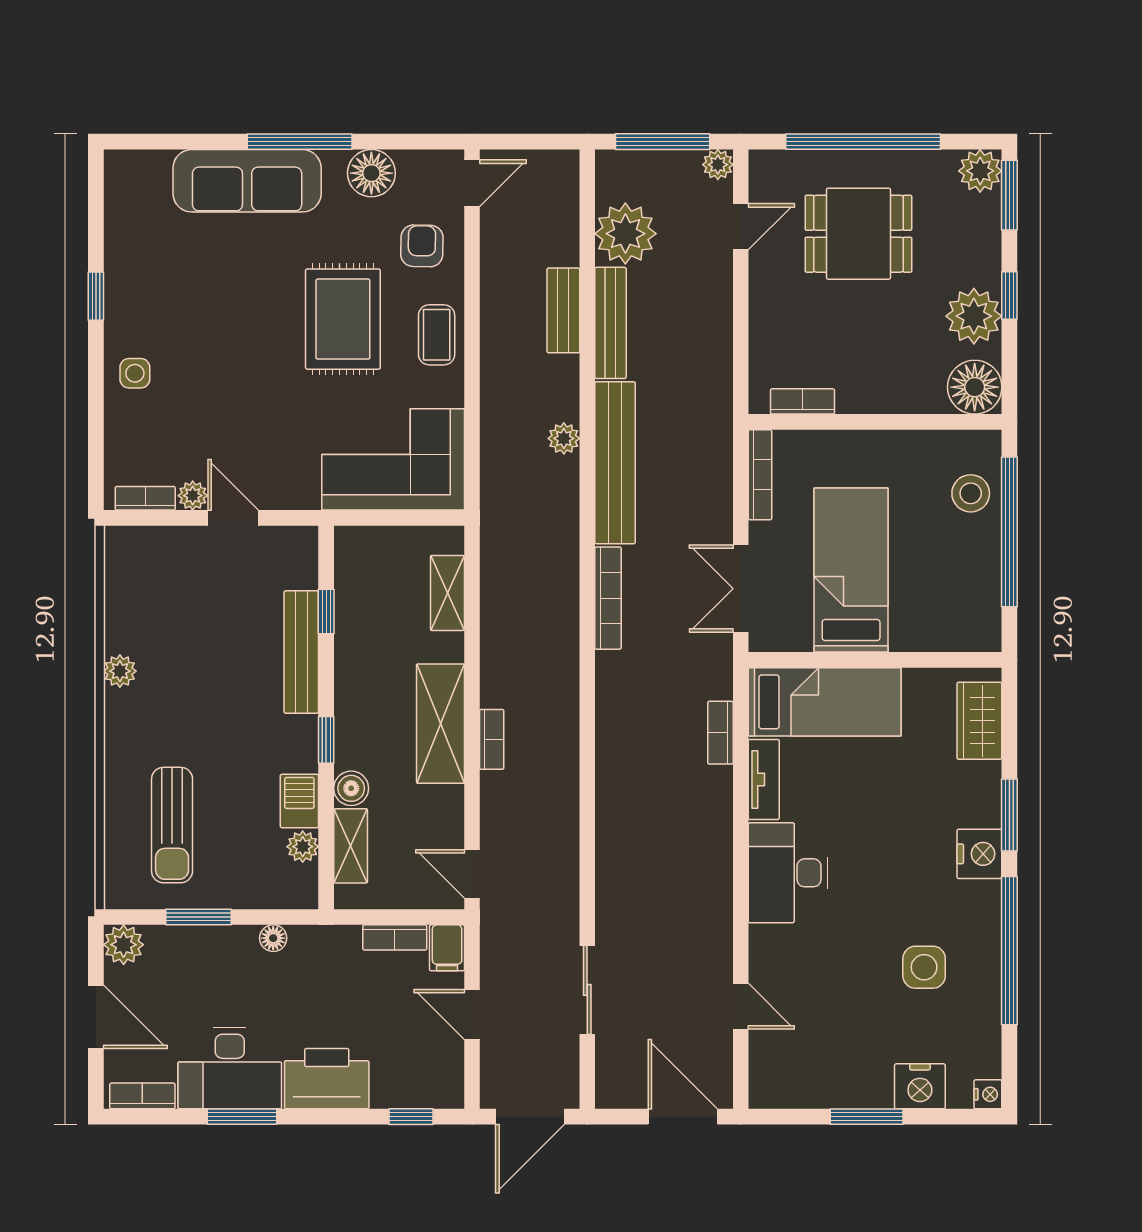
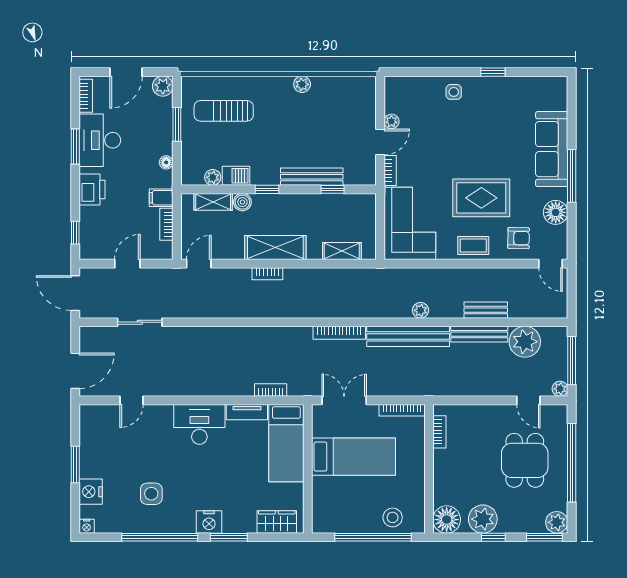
bookcase: (145, 498) -> (390, 170), moved
filing cabinet: (447, 948) -> (161, 198), moved
printer: (327, 1079) -> (92, 190), width x0.73, depth x0.84

